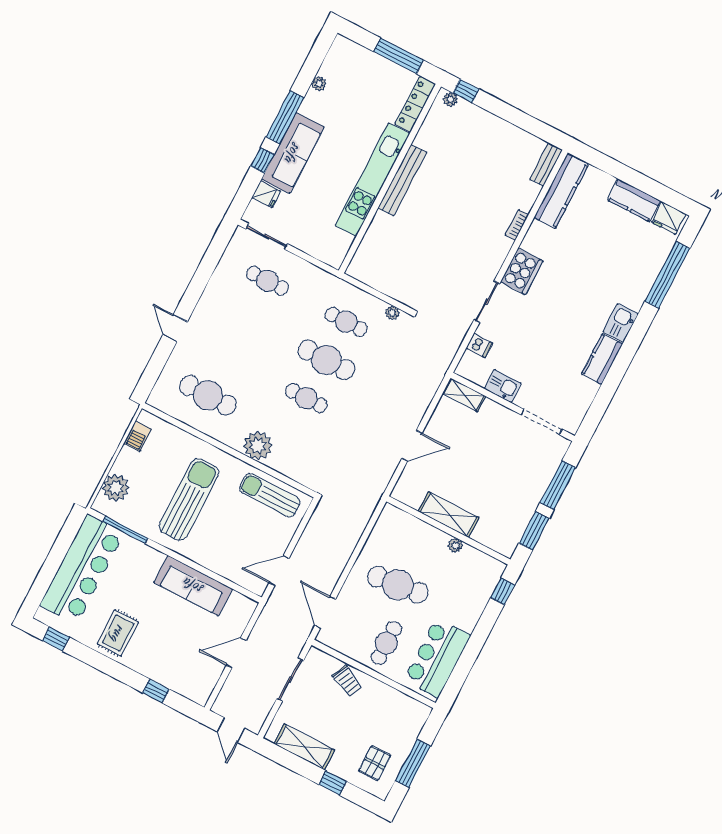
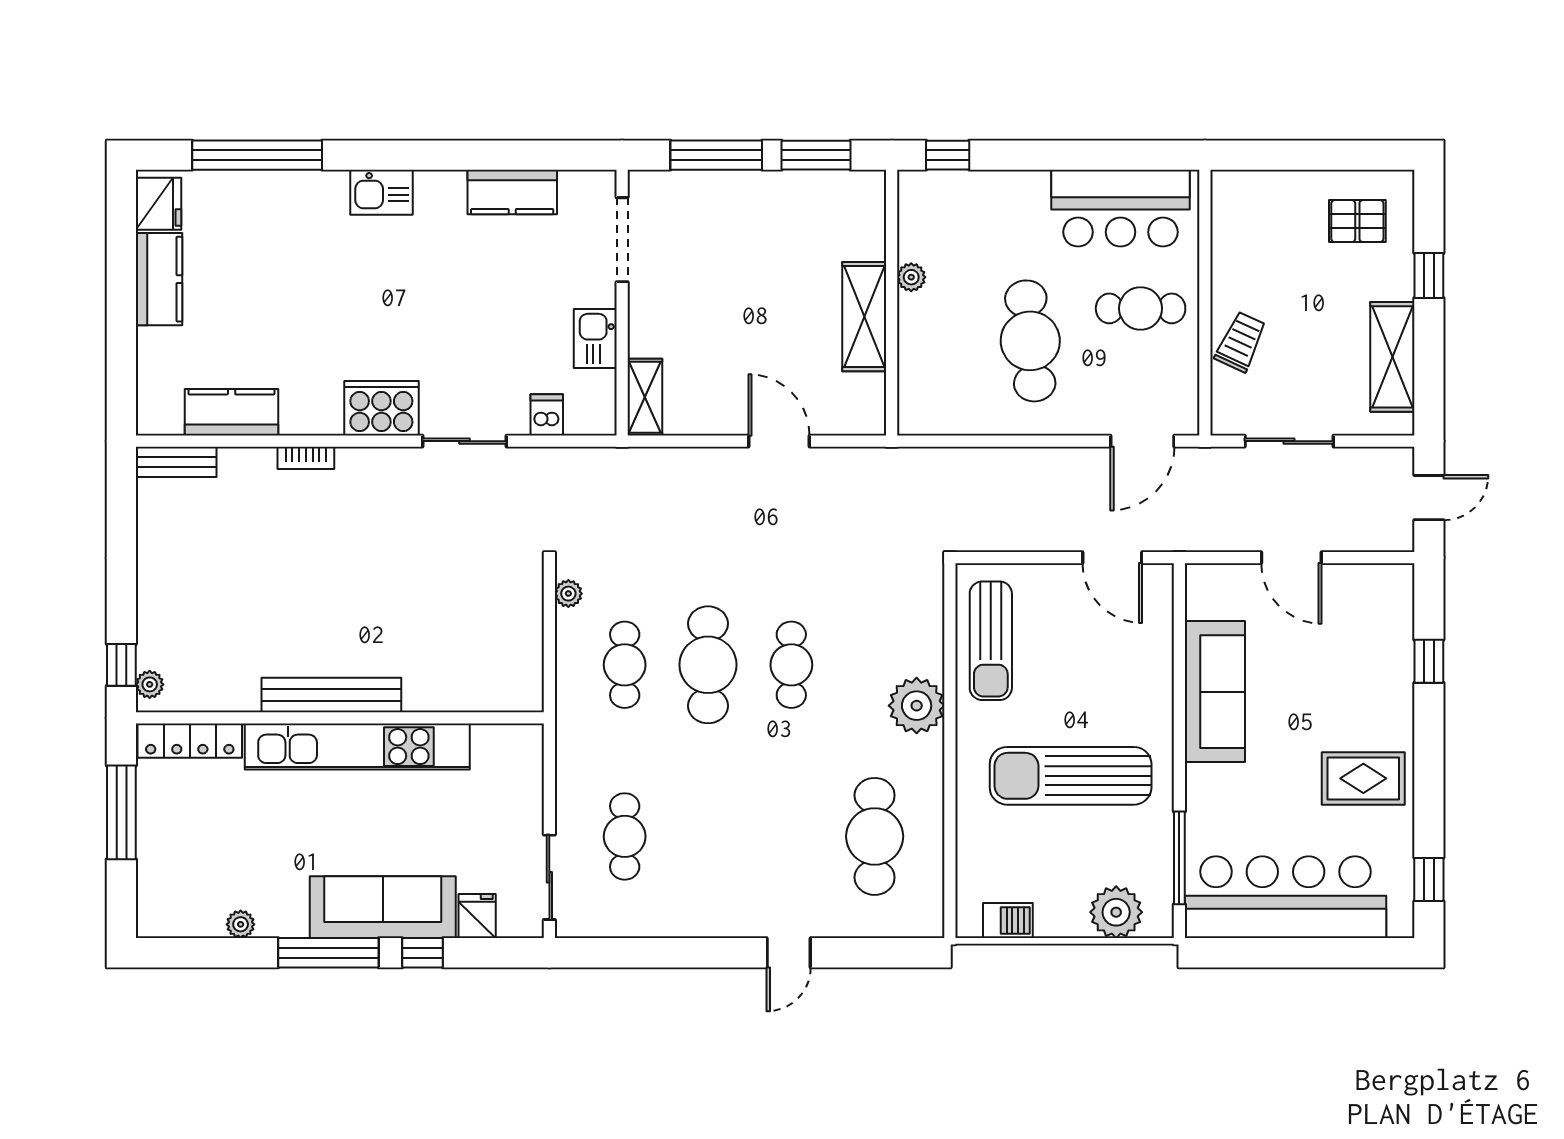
kitchen counter: (561, 191) -> (232, 412), width x0.67
kitchen counter: (602, 359) -> (512, 192), moved
window: (413, 763) -> (1323, 155), removed

